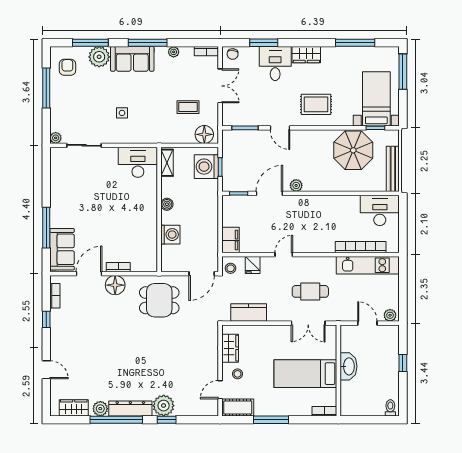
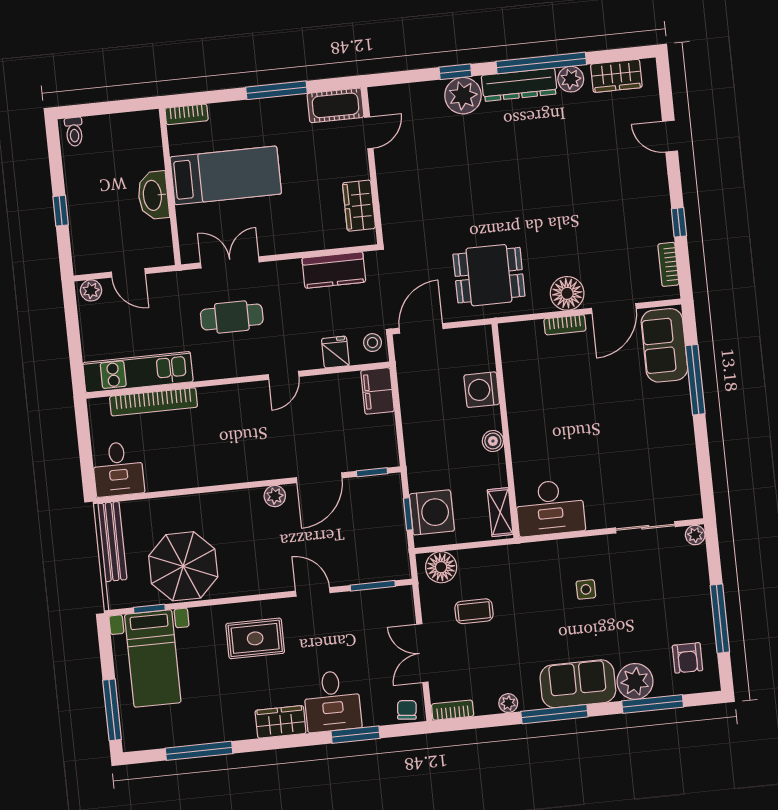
desk: (380, 210) -> (118, 469), width x0.73
stool: (237, 374) -> (342, 163), removed

